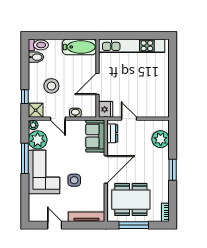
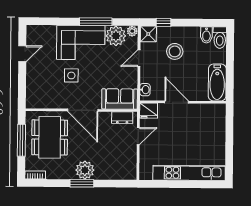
kitchen unit: (132, 46) -> (189, 173), moved, turned 90
washbasin: (75, 113) -> (145, 90), moved
plant: (161, 139) -> (85, 170), moved
tv unit: (86, 217) -> (31, 89), removed

